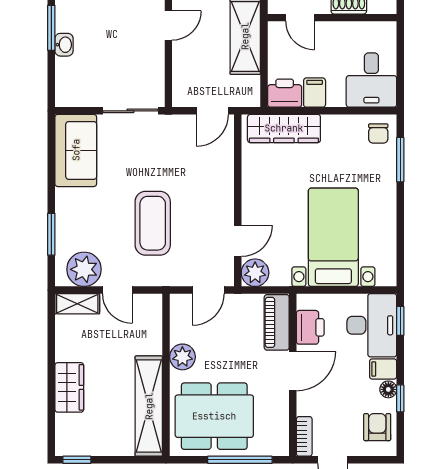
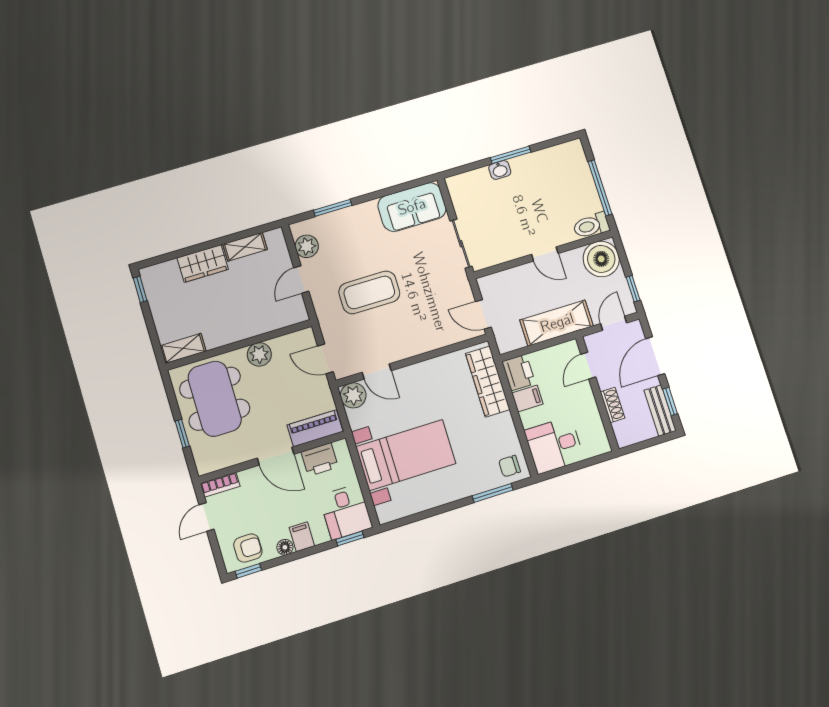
plant: (84, 269) -> (307, 246), width x0.73, depth x0.73
shelving: (77, 304) -> (245, 247), moved, turned 90
desk: (372, 325) -> (346, 512), width x0.73
window: (400, 398) -> (248, 571), moved
shelving: (149, 406) -> (183, 348), width x0.45, depth x0.75
window: (240, 460) -> (182, 434), width x0.46

